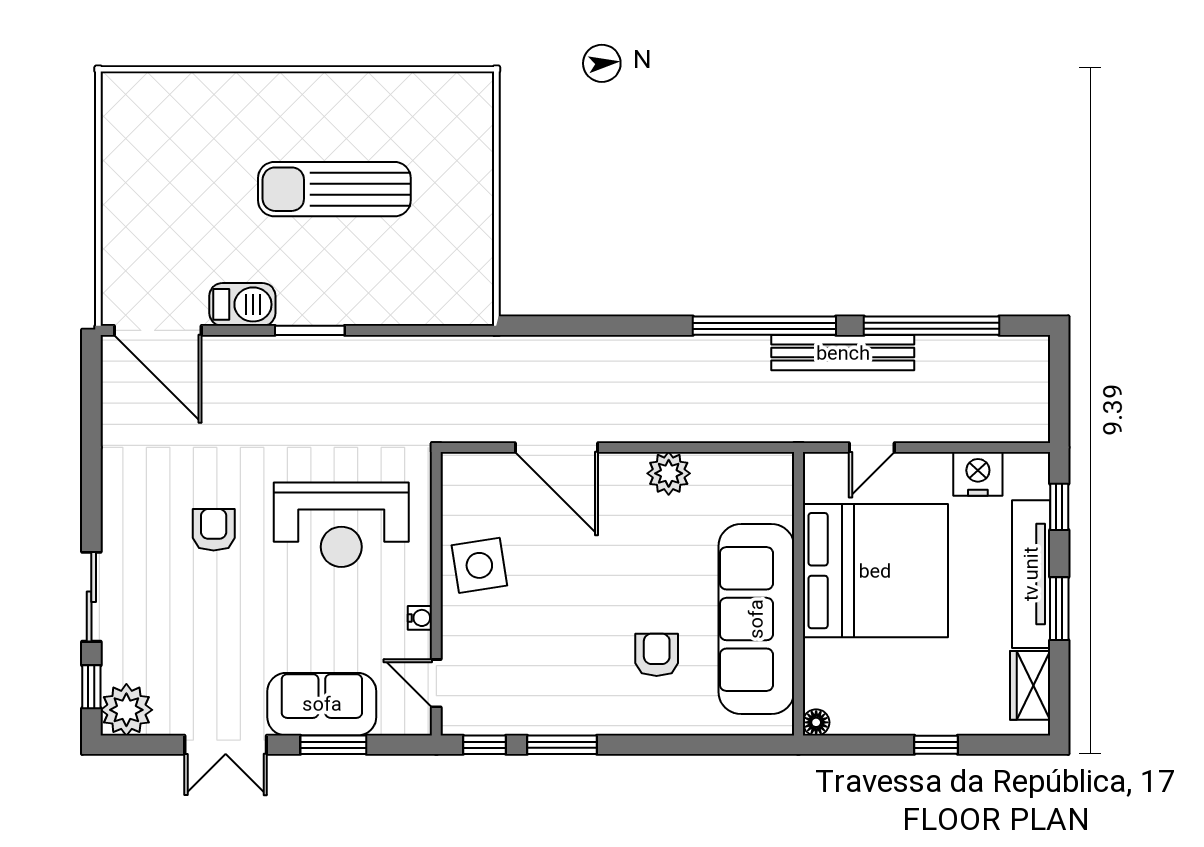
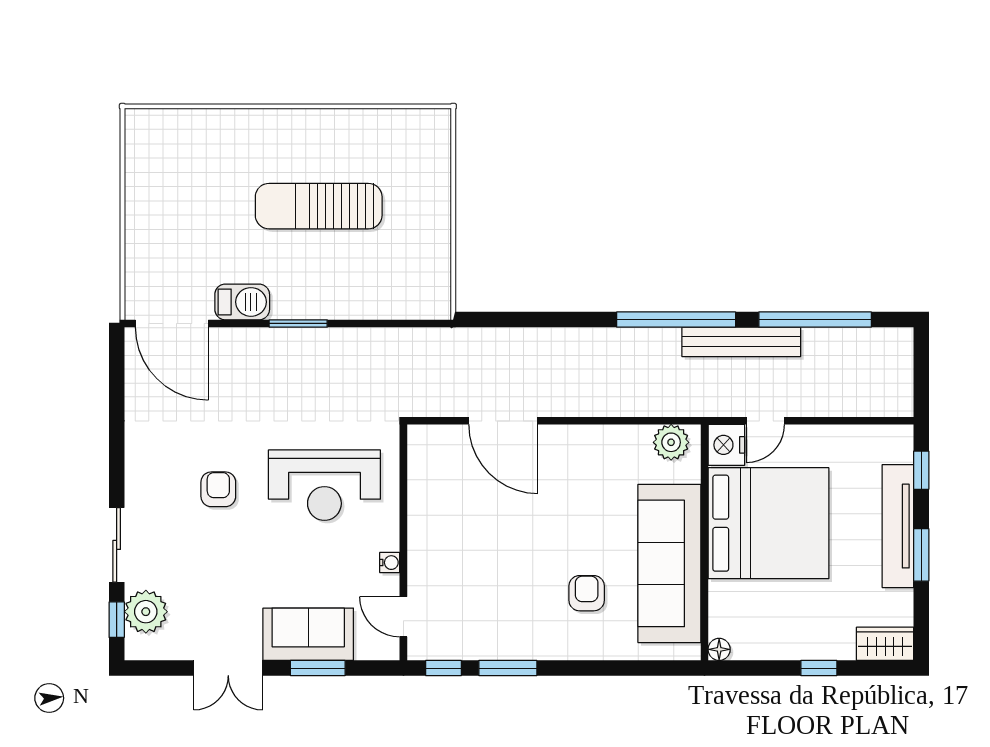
plant: (669, 473) -> (671, 442), moved
nightstand: (978, 474) -> (726, 445), moved, turned -90
side table: (479, 565) -> (439, 519), removed
wardrobe: (1030, 685) -> (885, 644), moved, turned 90
plant: (126, 710) -> (146, 612), moved

